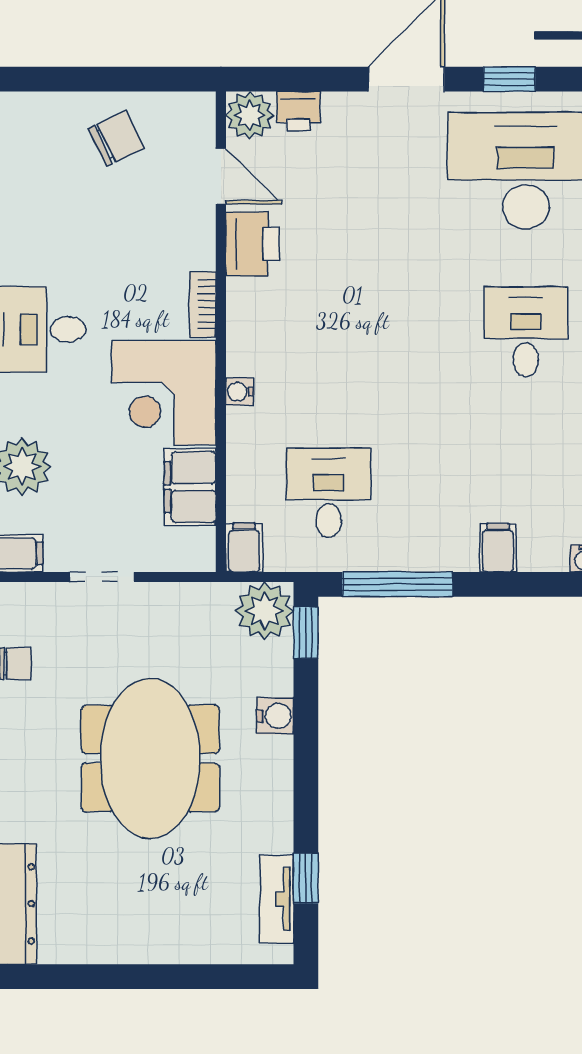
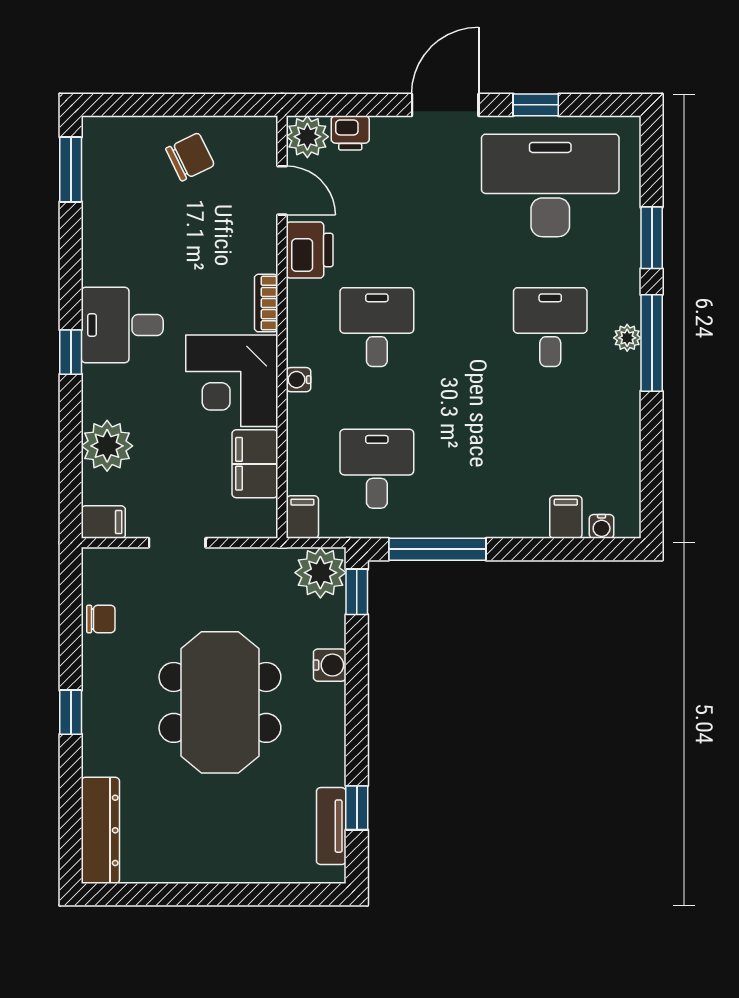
desk: (329, 332) -> (377, 327), added
filing cabinet: (498, 548) -> (566, 517), moved

